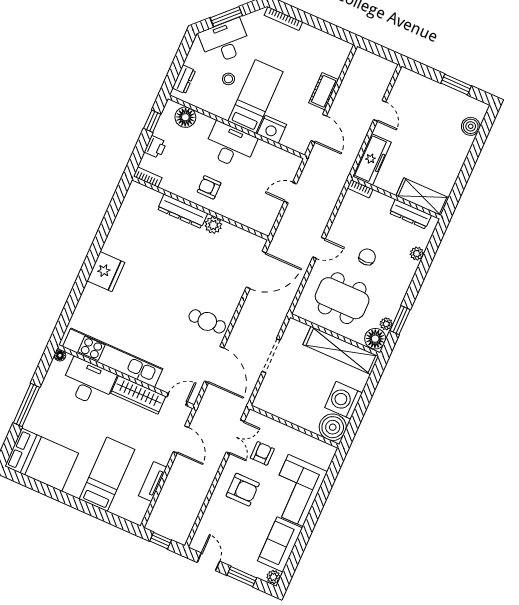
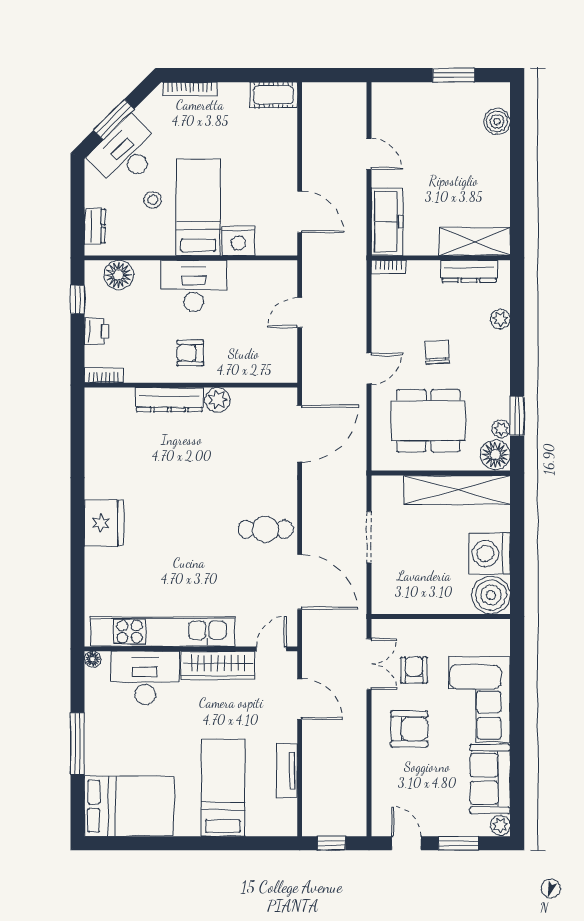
cot: (324, 91) -> (273, 95), moved, turned 90

